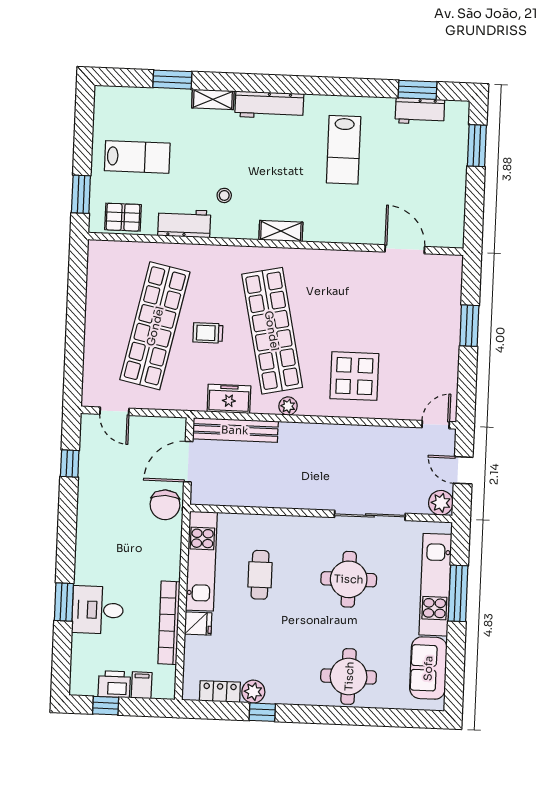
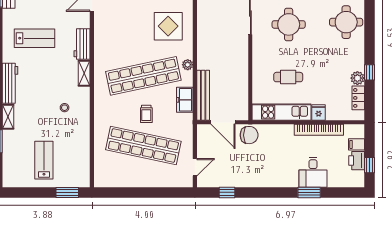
pallet: (123, 217) -> (80, 167), removed
workbench: (184, 223) -> (82, 44), moved

